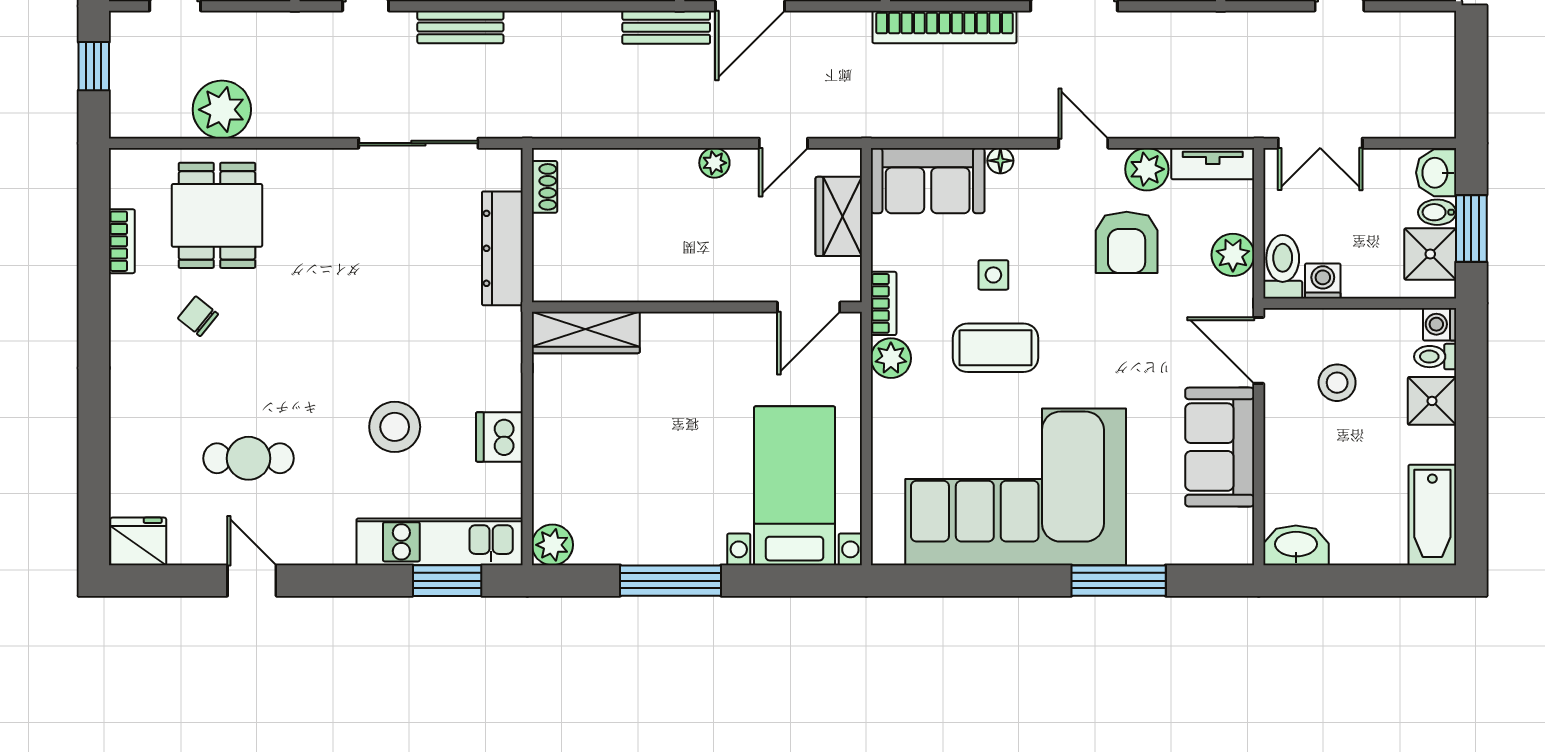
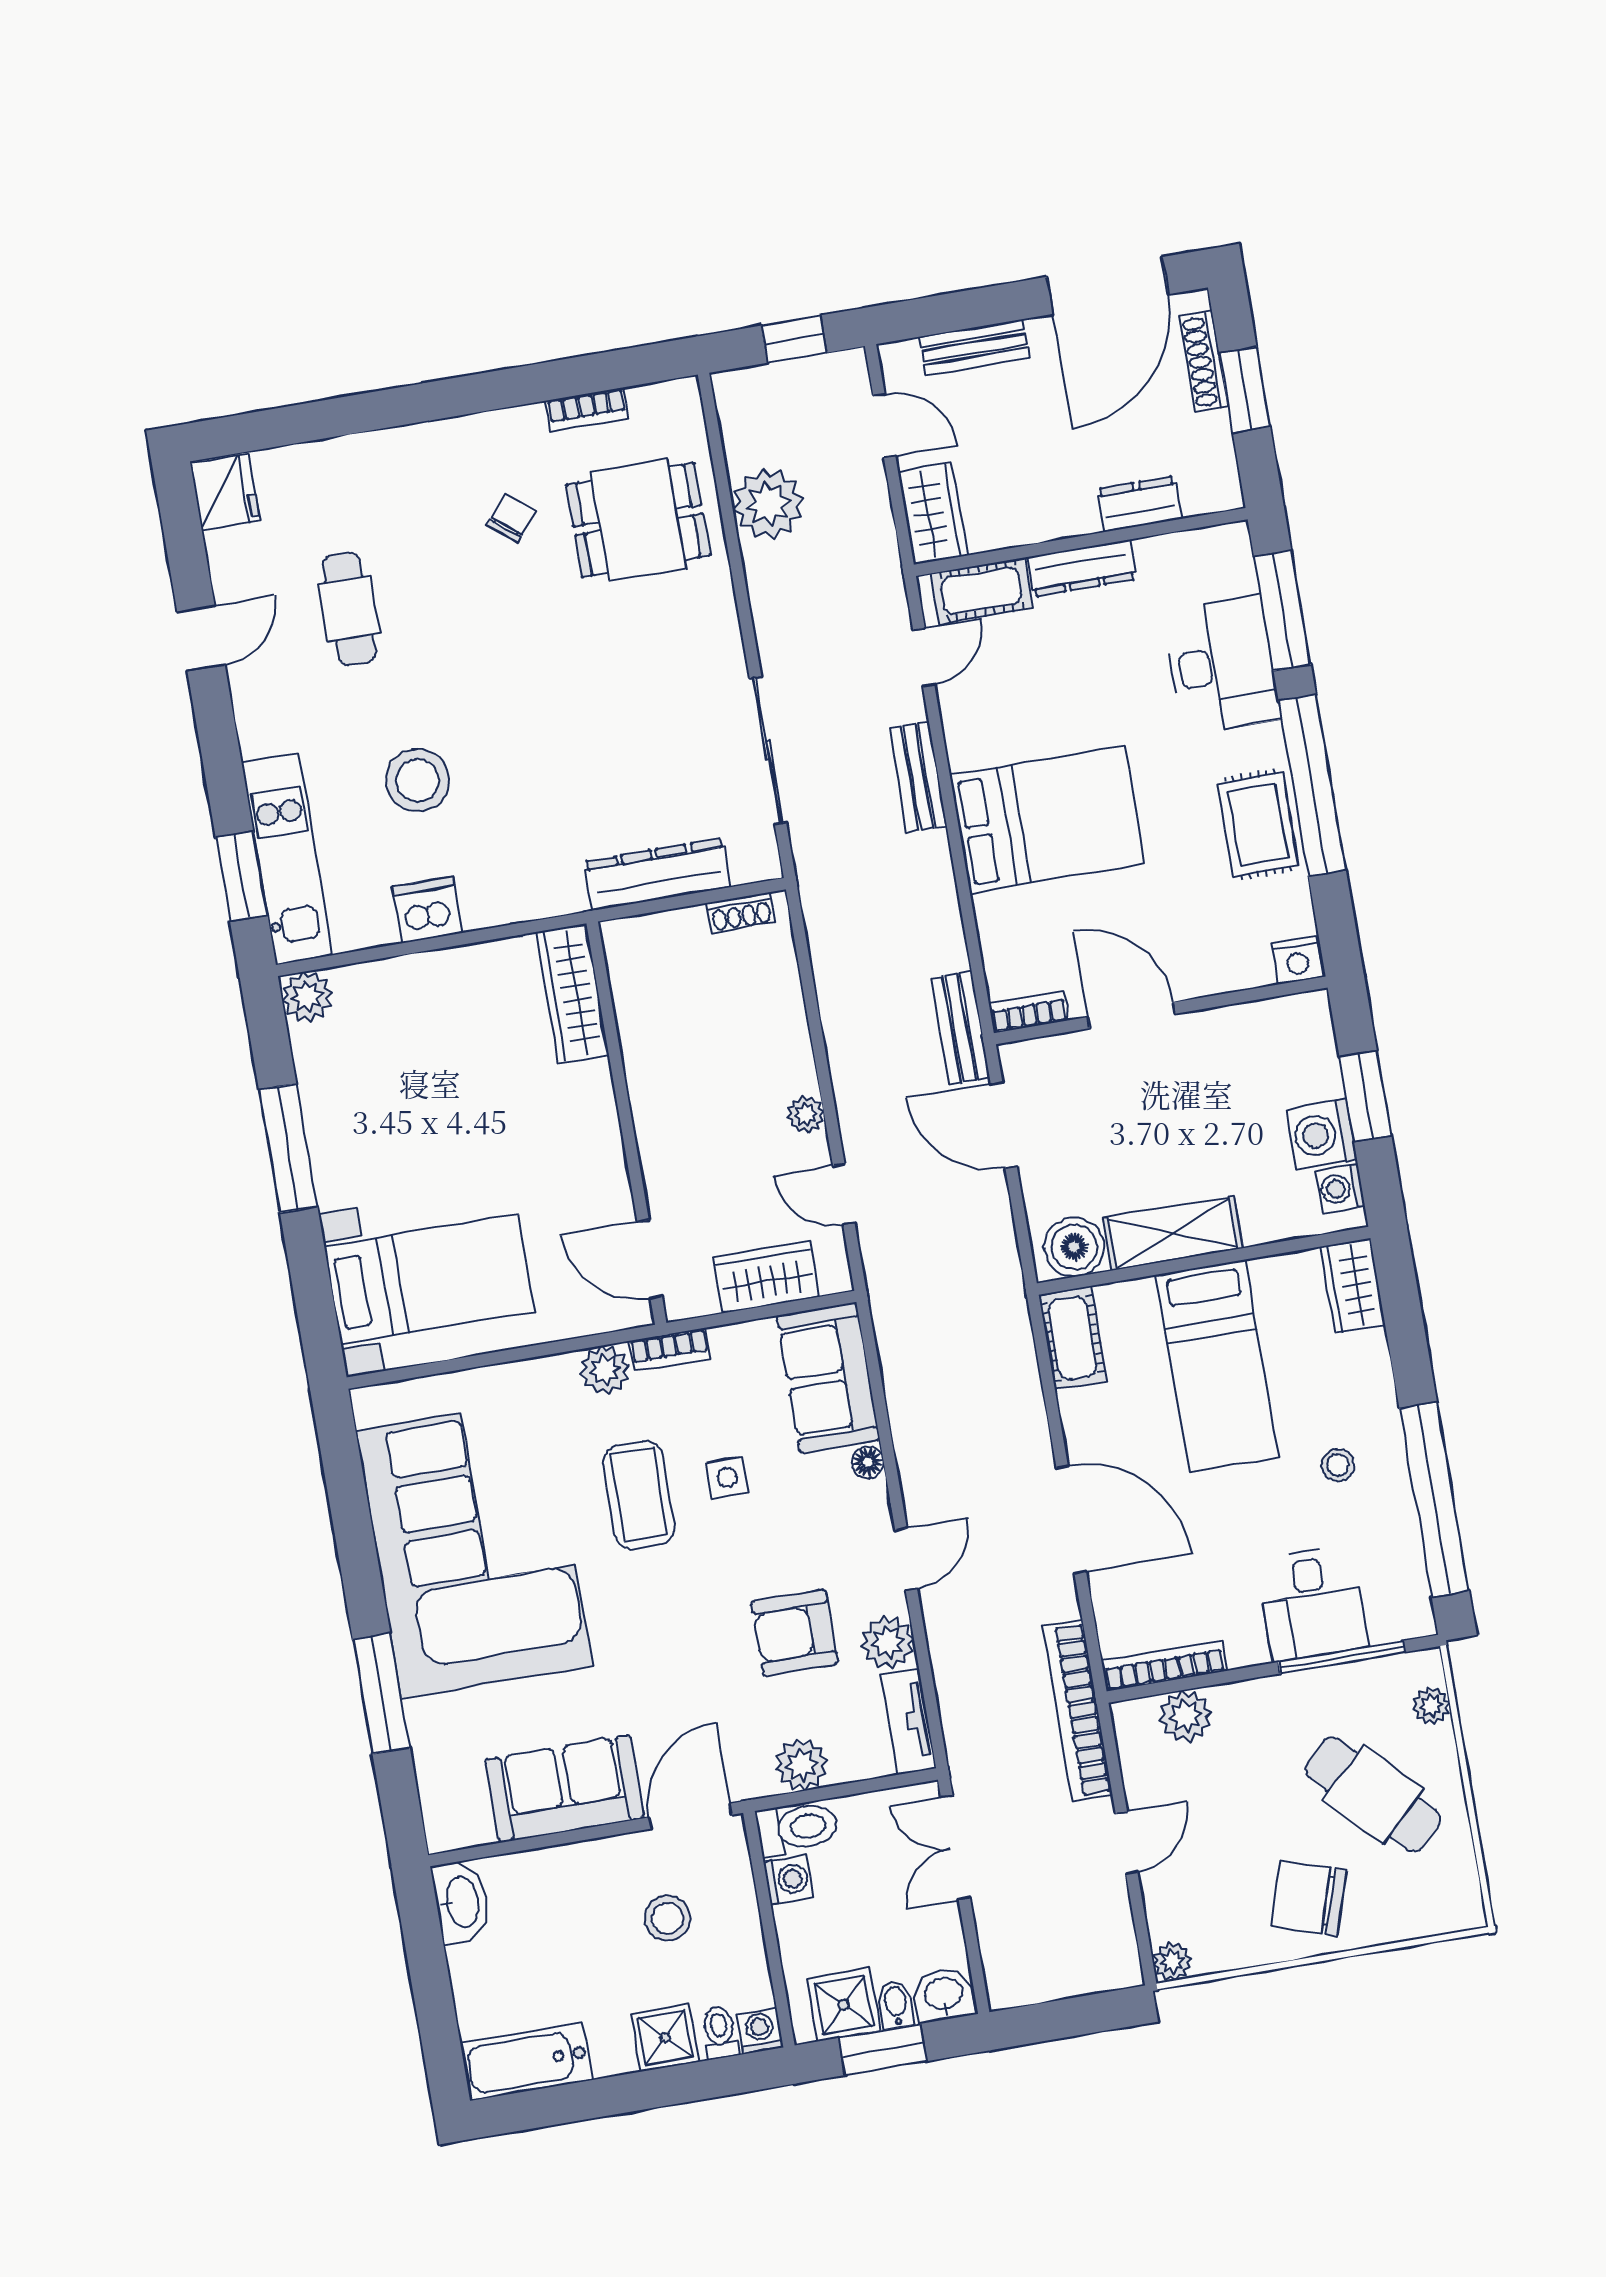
bookcase: (944, 27) -> (1078, 1711), moved

